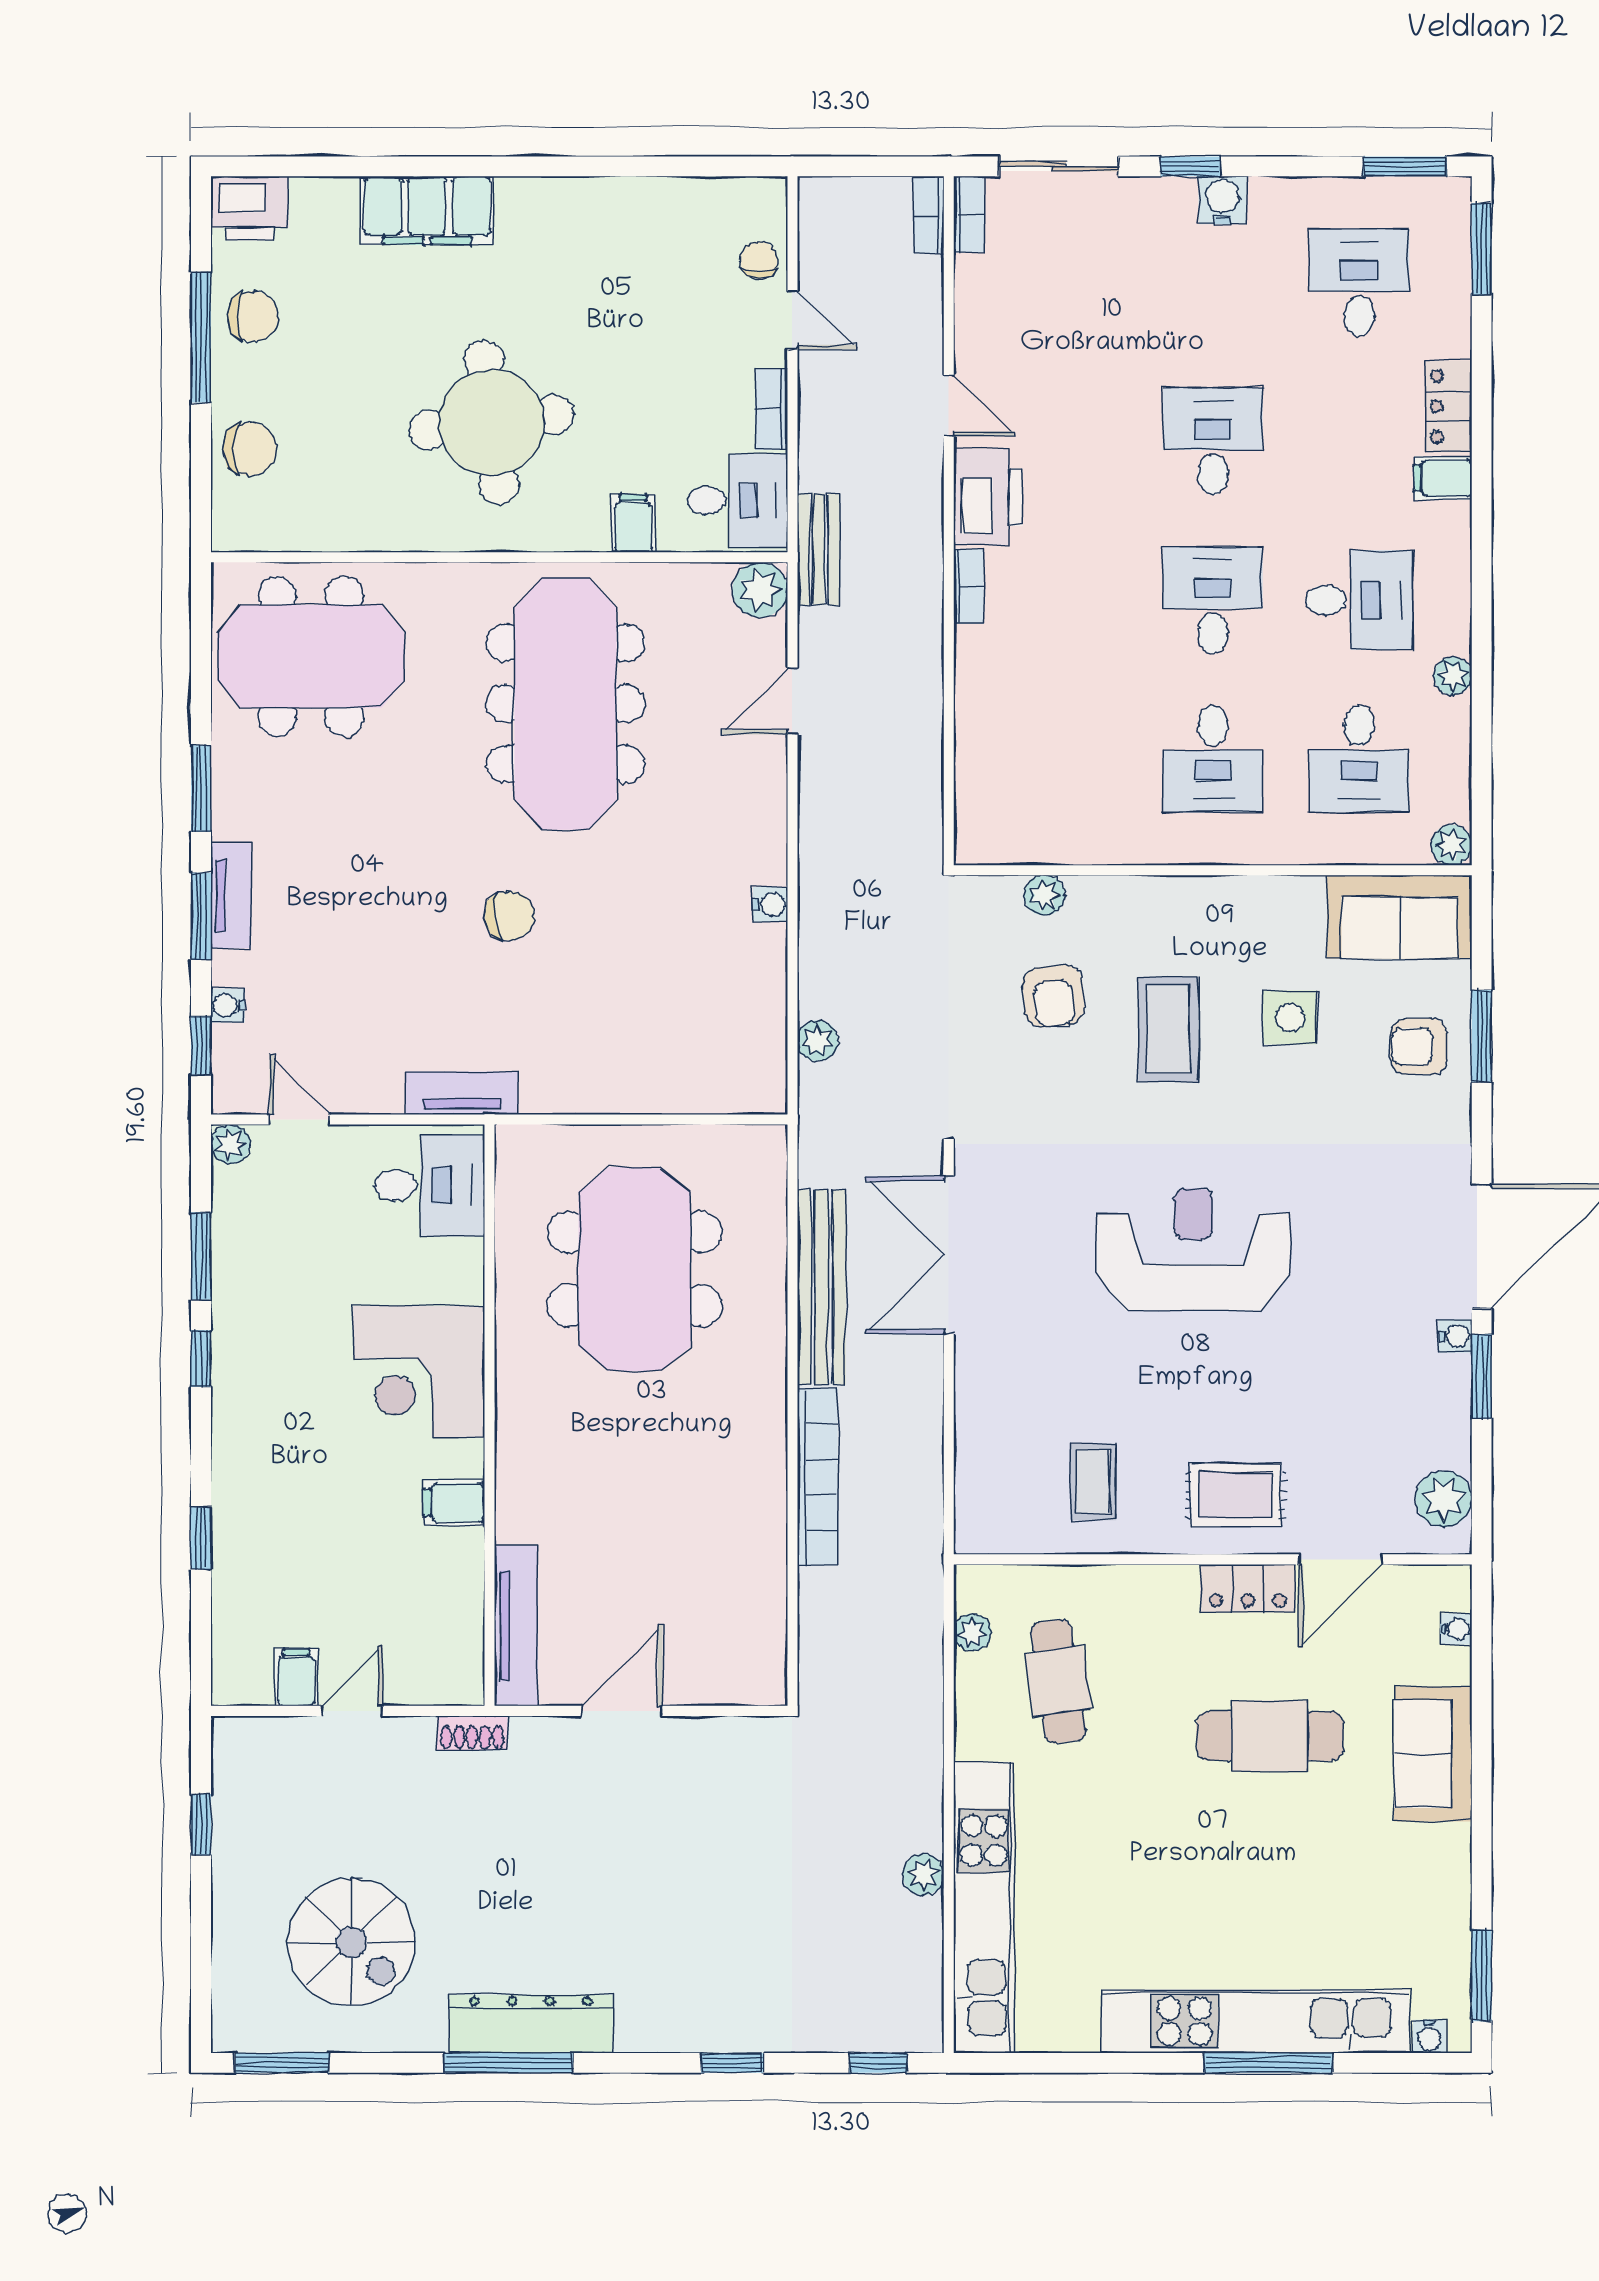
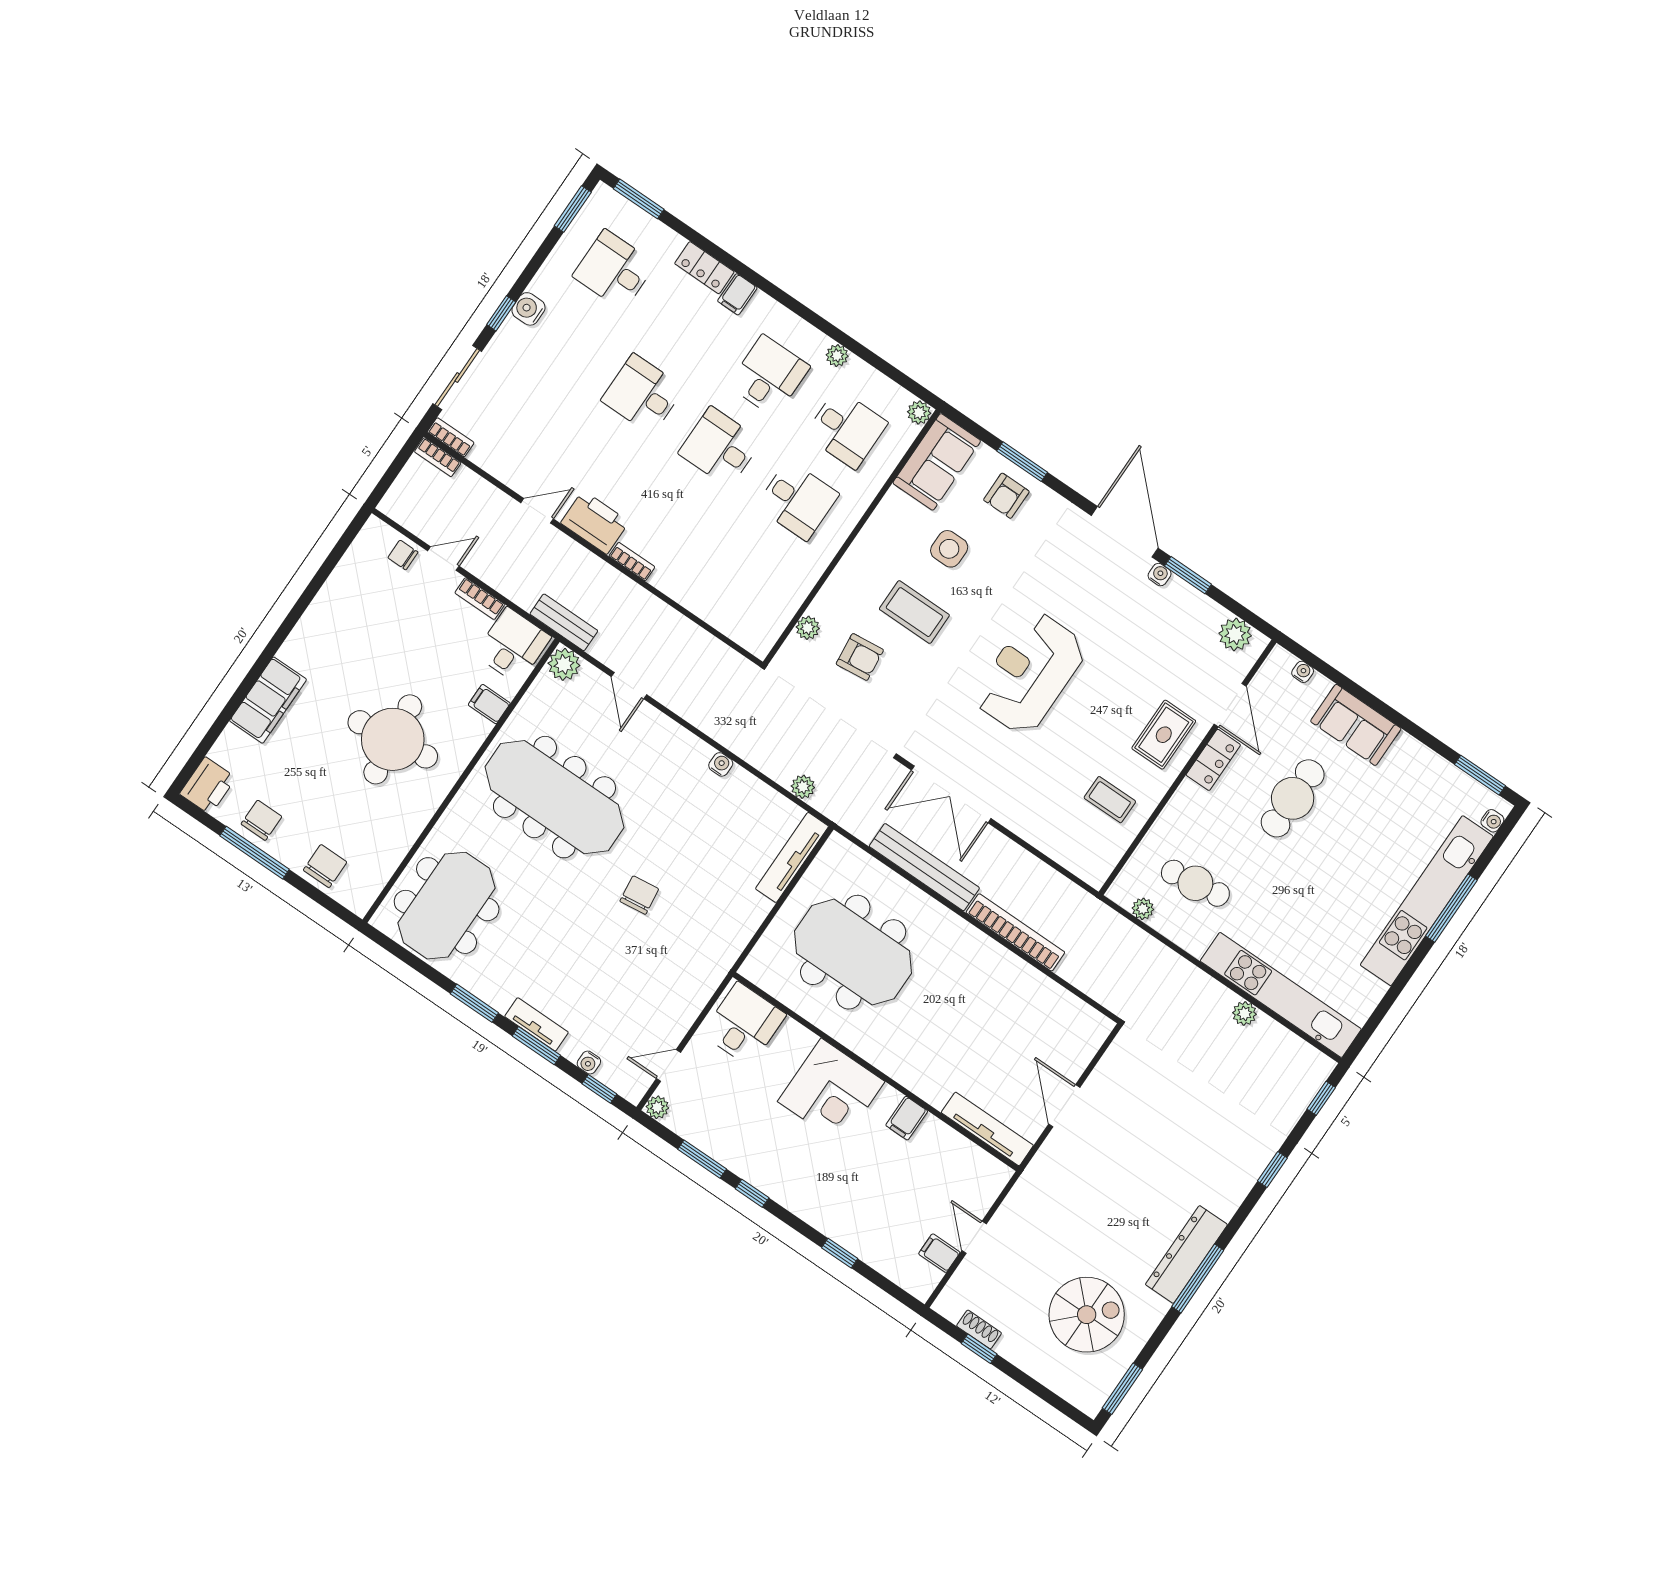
tv unit: (462, 1093) -> (792, 857), moved, width x1.41
shoe rack: (472, 1733) -> (979, 1329), moved, turned -90

